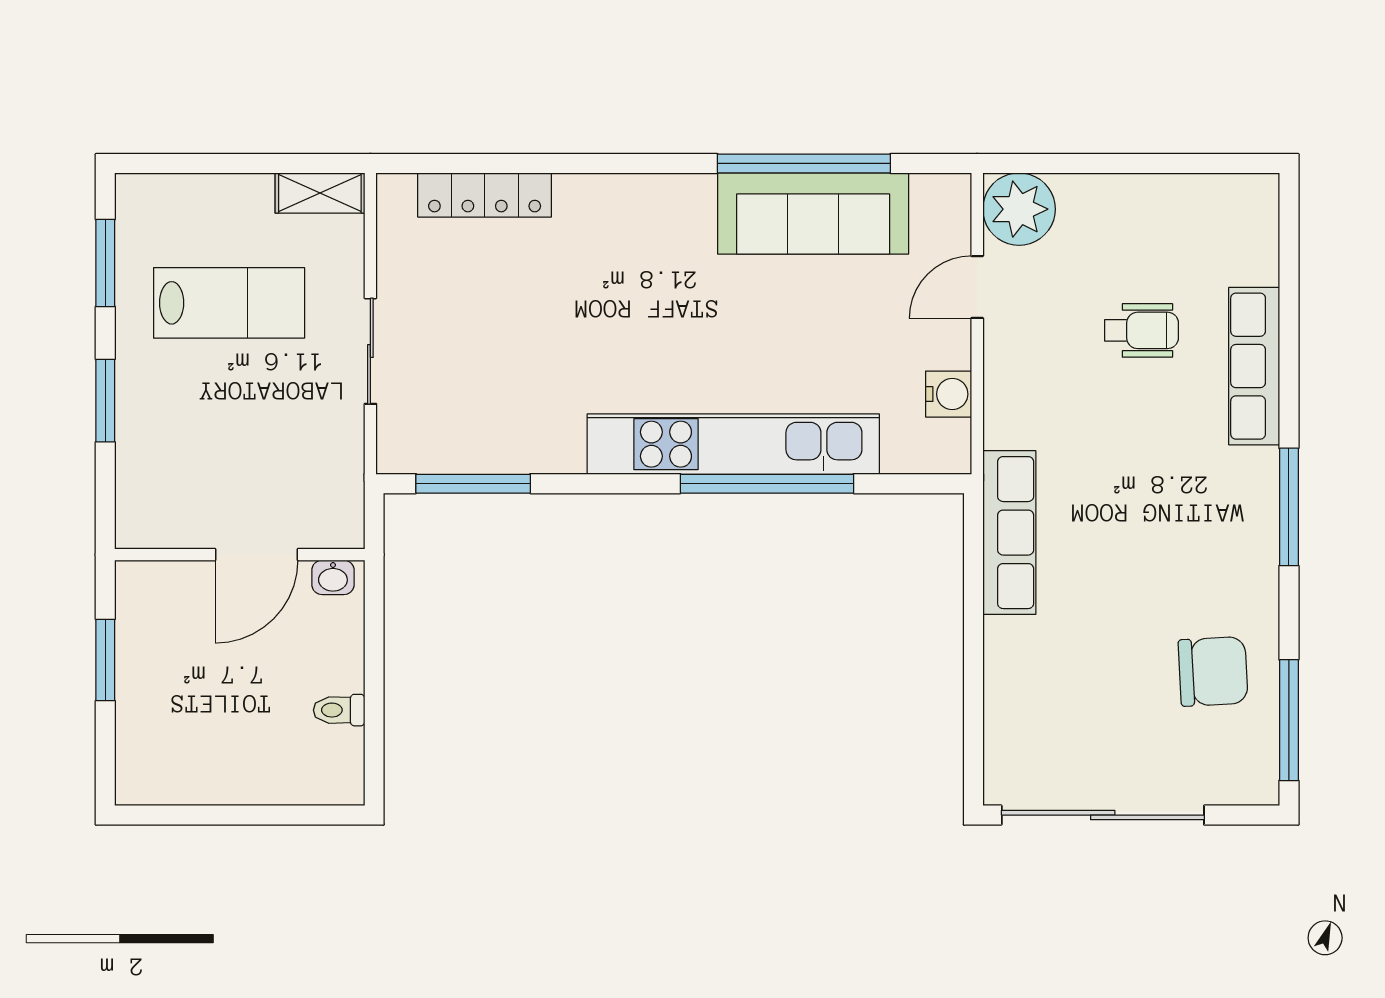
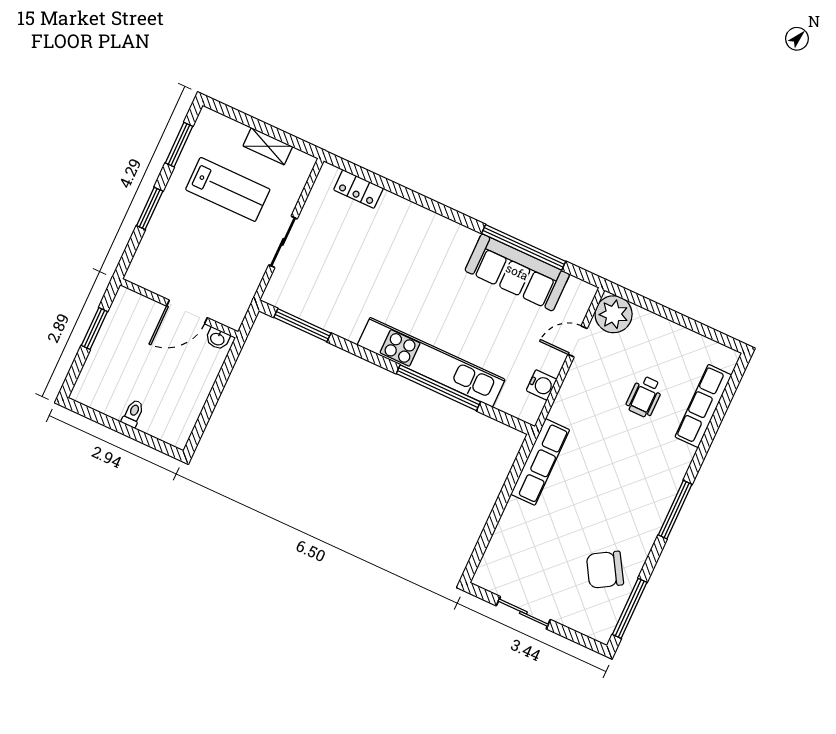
shelving: (320, 193) -> (268, 146), moved
locker: (485, 195) -> (358, 189), width x0.66
wheelchair: (1141, 330) -> (644, 397), turned 90
row of seats: (1254, 366) -> (703, 406), moved
chair: (1213, 671) -> (605, 570), turned 152
toilet: (339, 710) -> (133, 414), moved, turned 90
sliding door: (1103, 815) -> (523, 613), width x0.54

